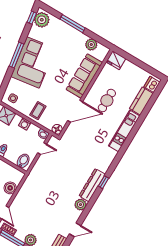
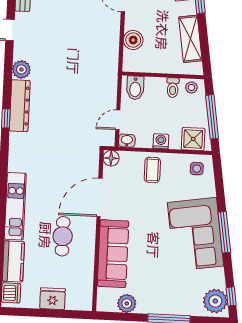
fridge: (116, 60) -> (53, 299), moved

